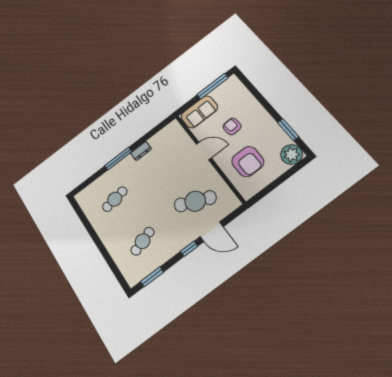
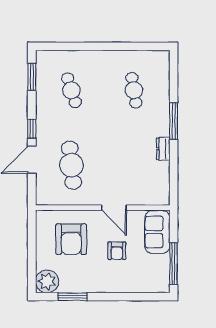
armchair: (232, 126) -> (117, 251), turned 94
door: (204, 151) -> (114, 208), hinge flipped
armchair: (248, 162) -> (71, 239), turned -90
cafe table: (195, 201) -> (71, 165), turned -30

